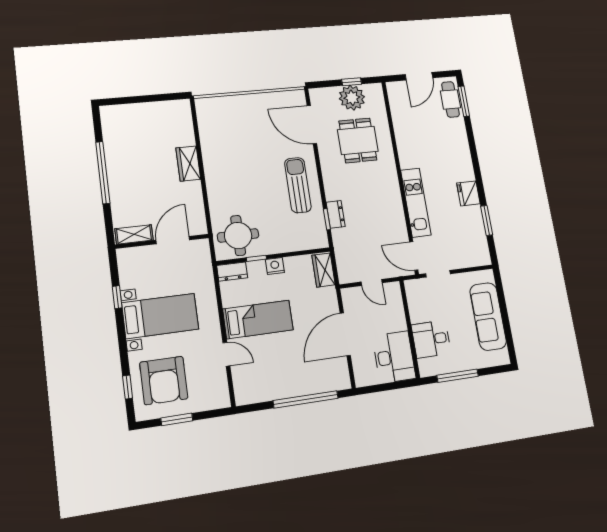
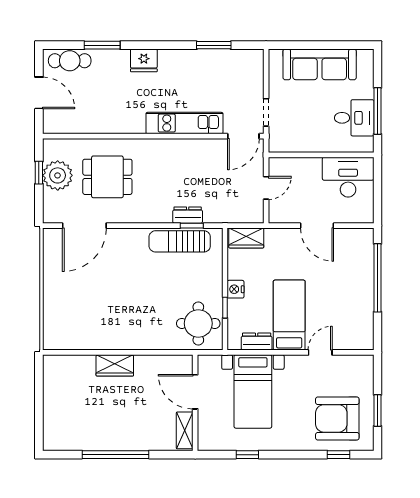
window: (464, 101) -> (102, 45), moved
sun lounger: (298, 185) -> (180, 241), moved
fridge: (468, 193) -> (144, 60), moved
dresser: (232, 272) -> (257, 342), moved, turned -90
bed with nightstands: (160, 316) -> (253, 391), moved, turned 180
door: (345, 334) -> (317, 226), width x0.73
desk: (431, 339) -> (354, 118), moved, turned -90
armchair: (164, 380) -> (337, 418), turned 180

